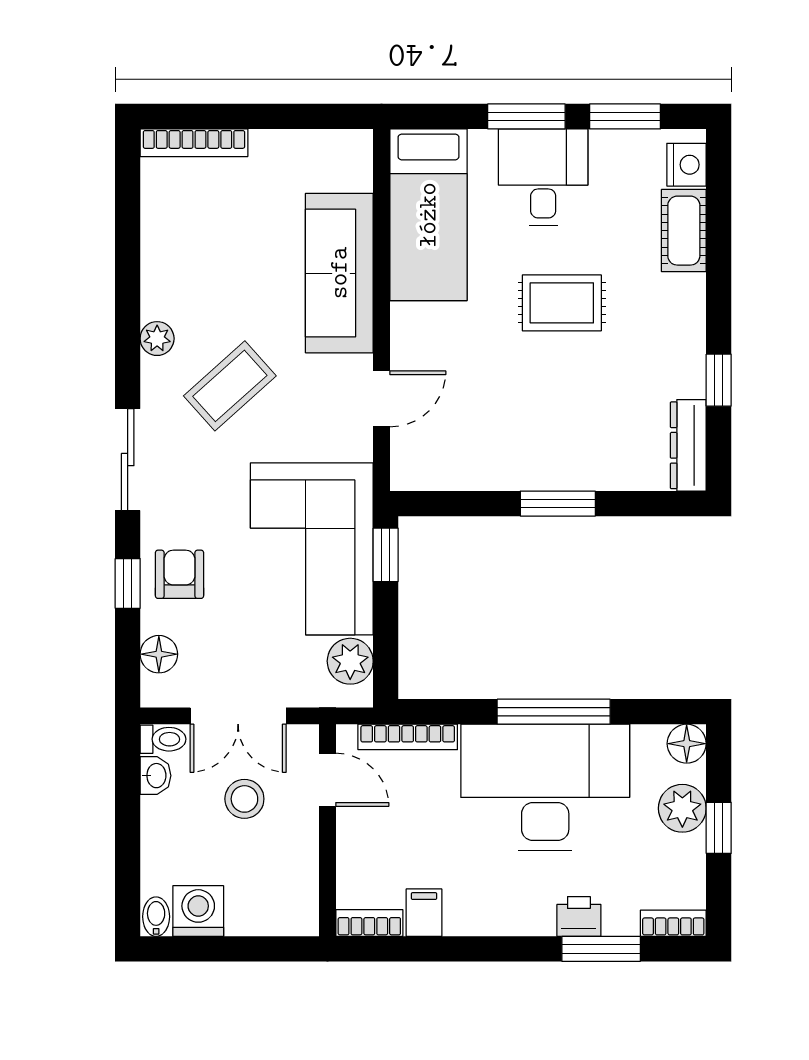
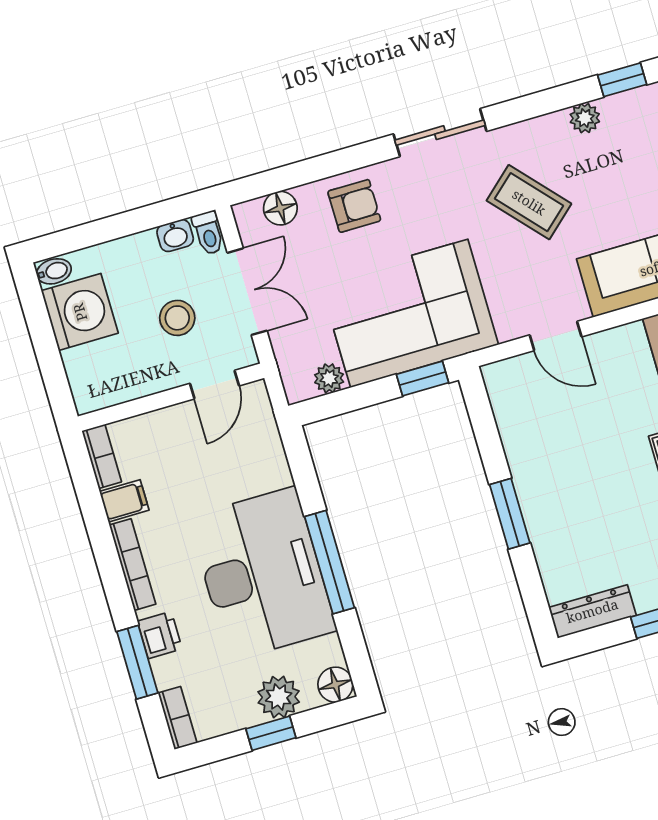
plant: (157, 339) -> (585, 118), moved
window: (128, 583) -> (622, 80), moved
plant: (350, 661) -> (329, 378), width x0.73, depth x0.73
double door: (238, 716) -> (247, 292), swing flipped
bookcase: (408, 737) -> (132, 565), moved, turned 180
washing machine: (198, 911) -> (80, 312), width x1.37, depth x1.37

